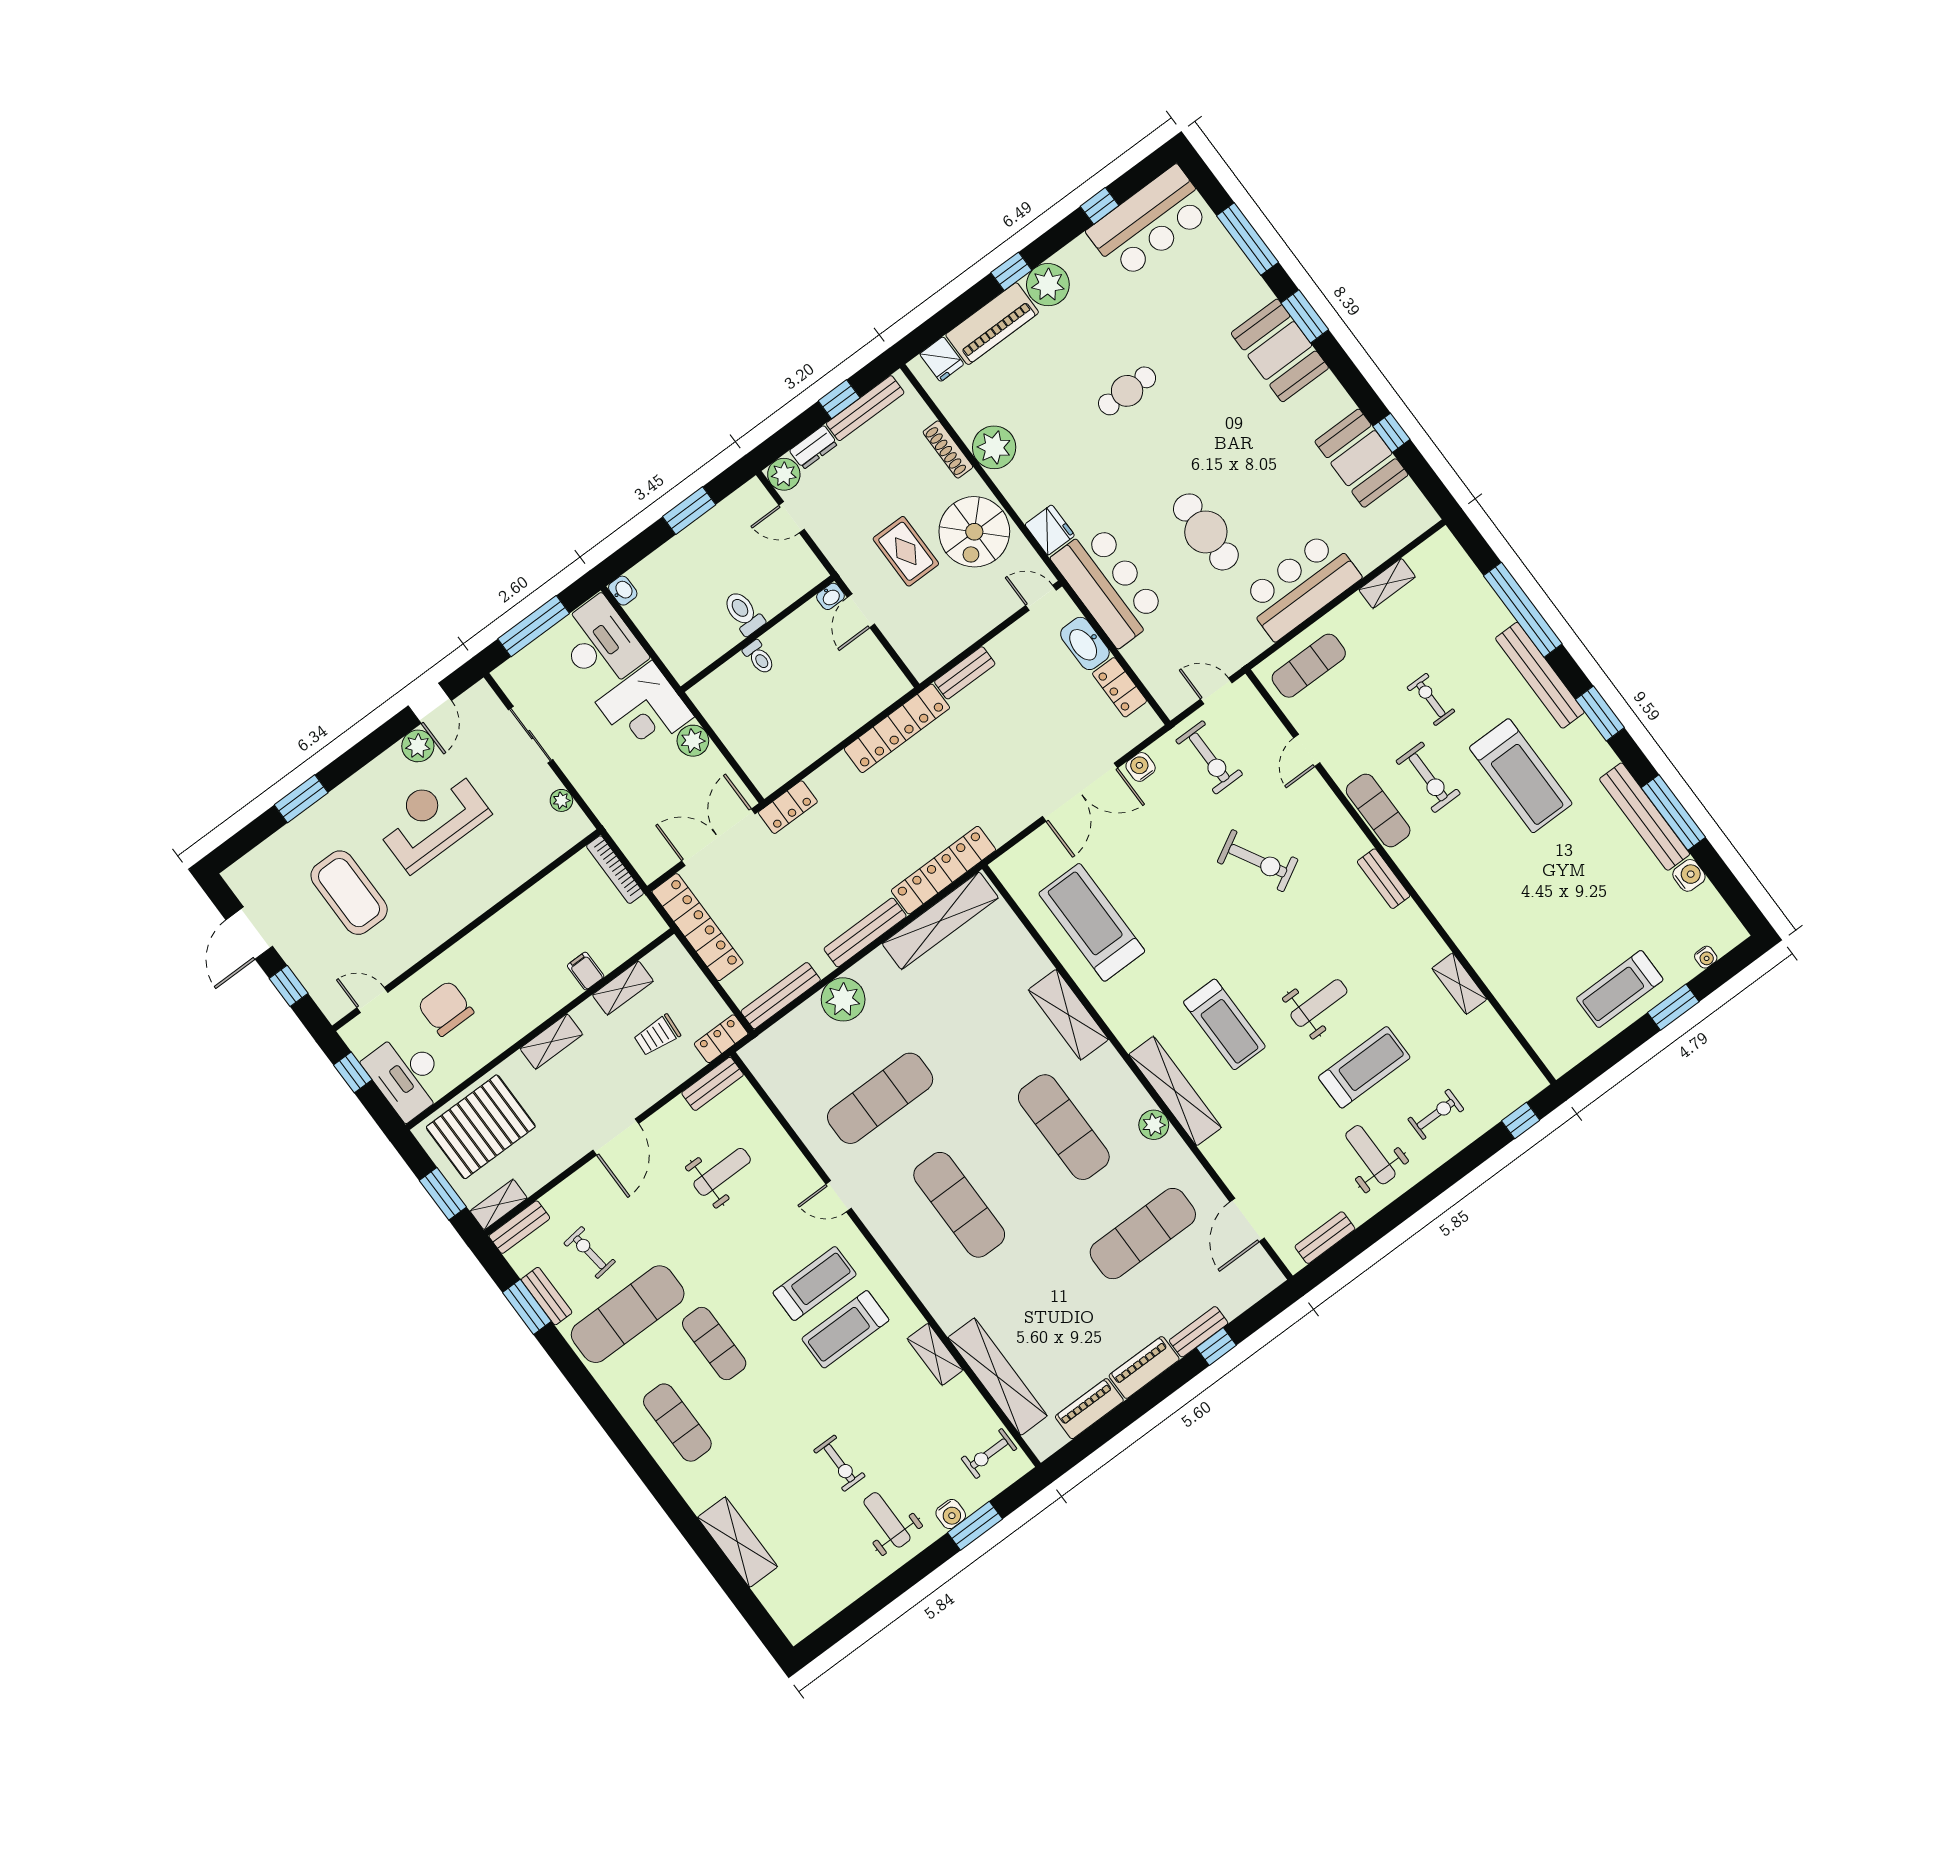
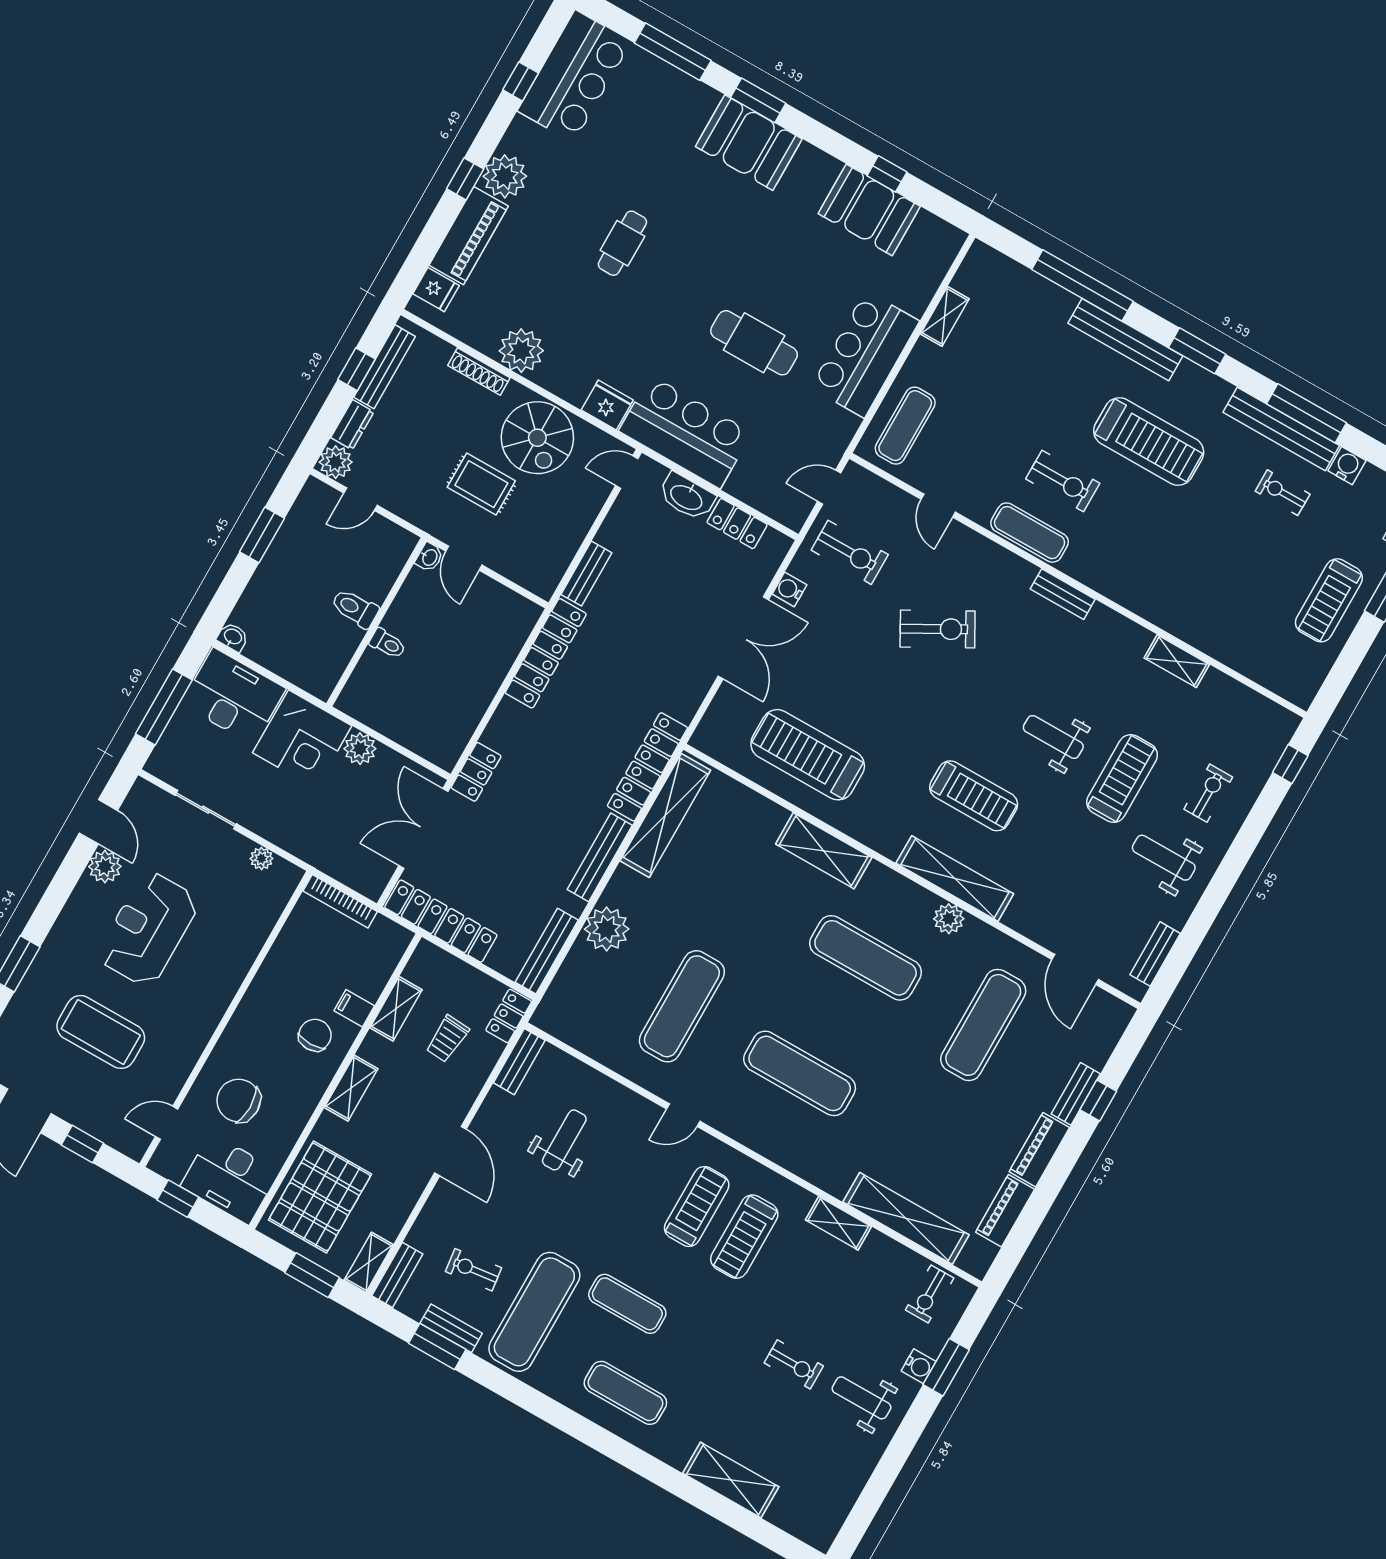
exercise bike: (1431, 699) -> (1283, 493), moved
chair: (540, 980) -> (315, 1035), added
weight bench: (1319, 1003) -> (1053, 737), turned -90

